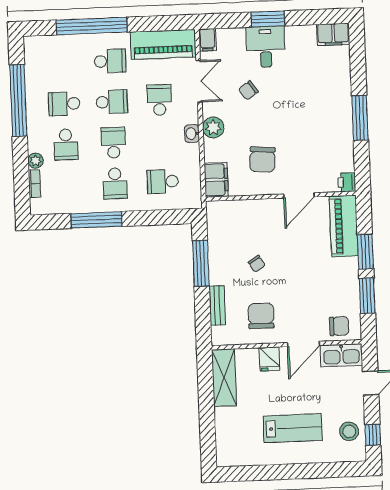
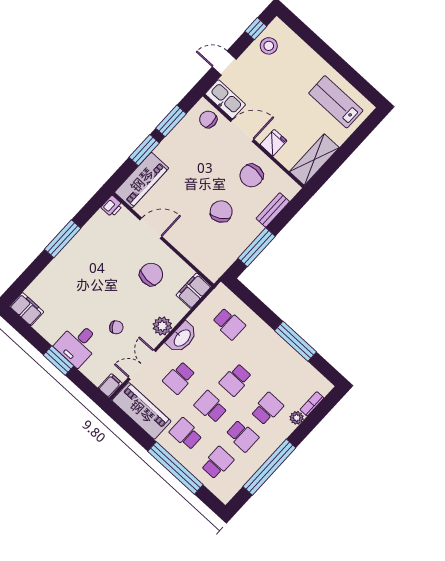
washbasin: (192, 134) -> (182, 338), width x1.91, depth x1.45
school desk: (115, 183) -> (217, 463), moved
chair: (257, 264) -> (221, 211), width x1.87, depth x1.87
lab bench: (293, 428) -> (336, 102), moved

